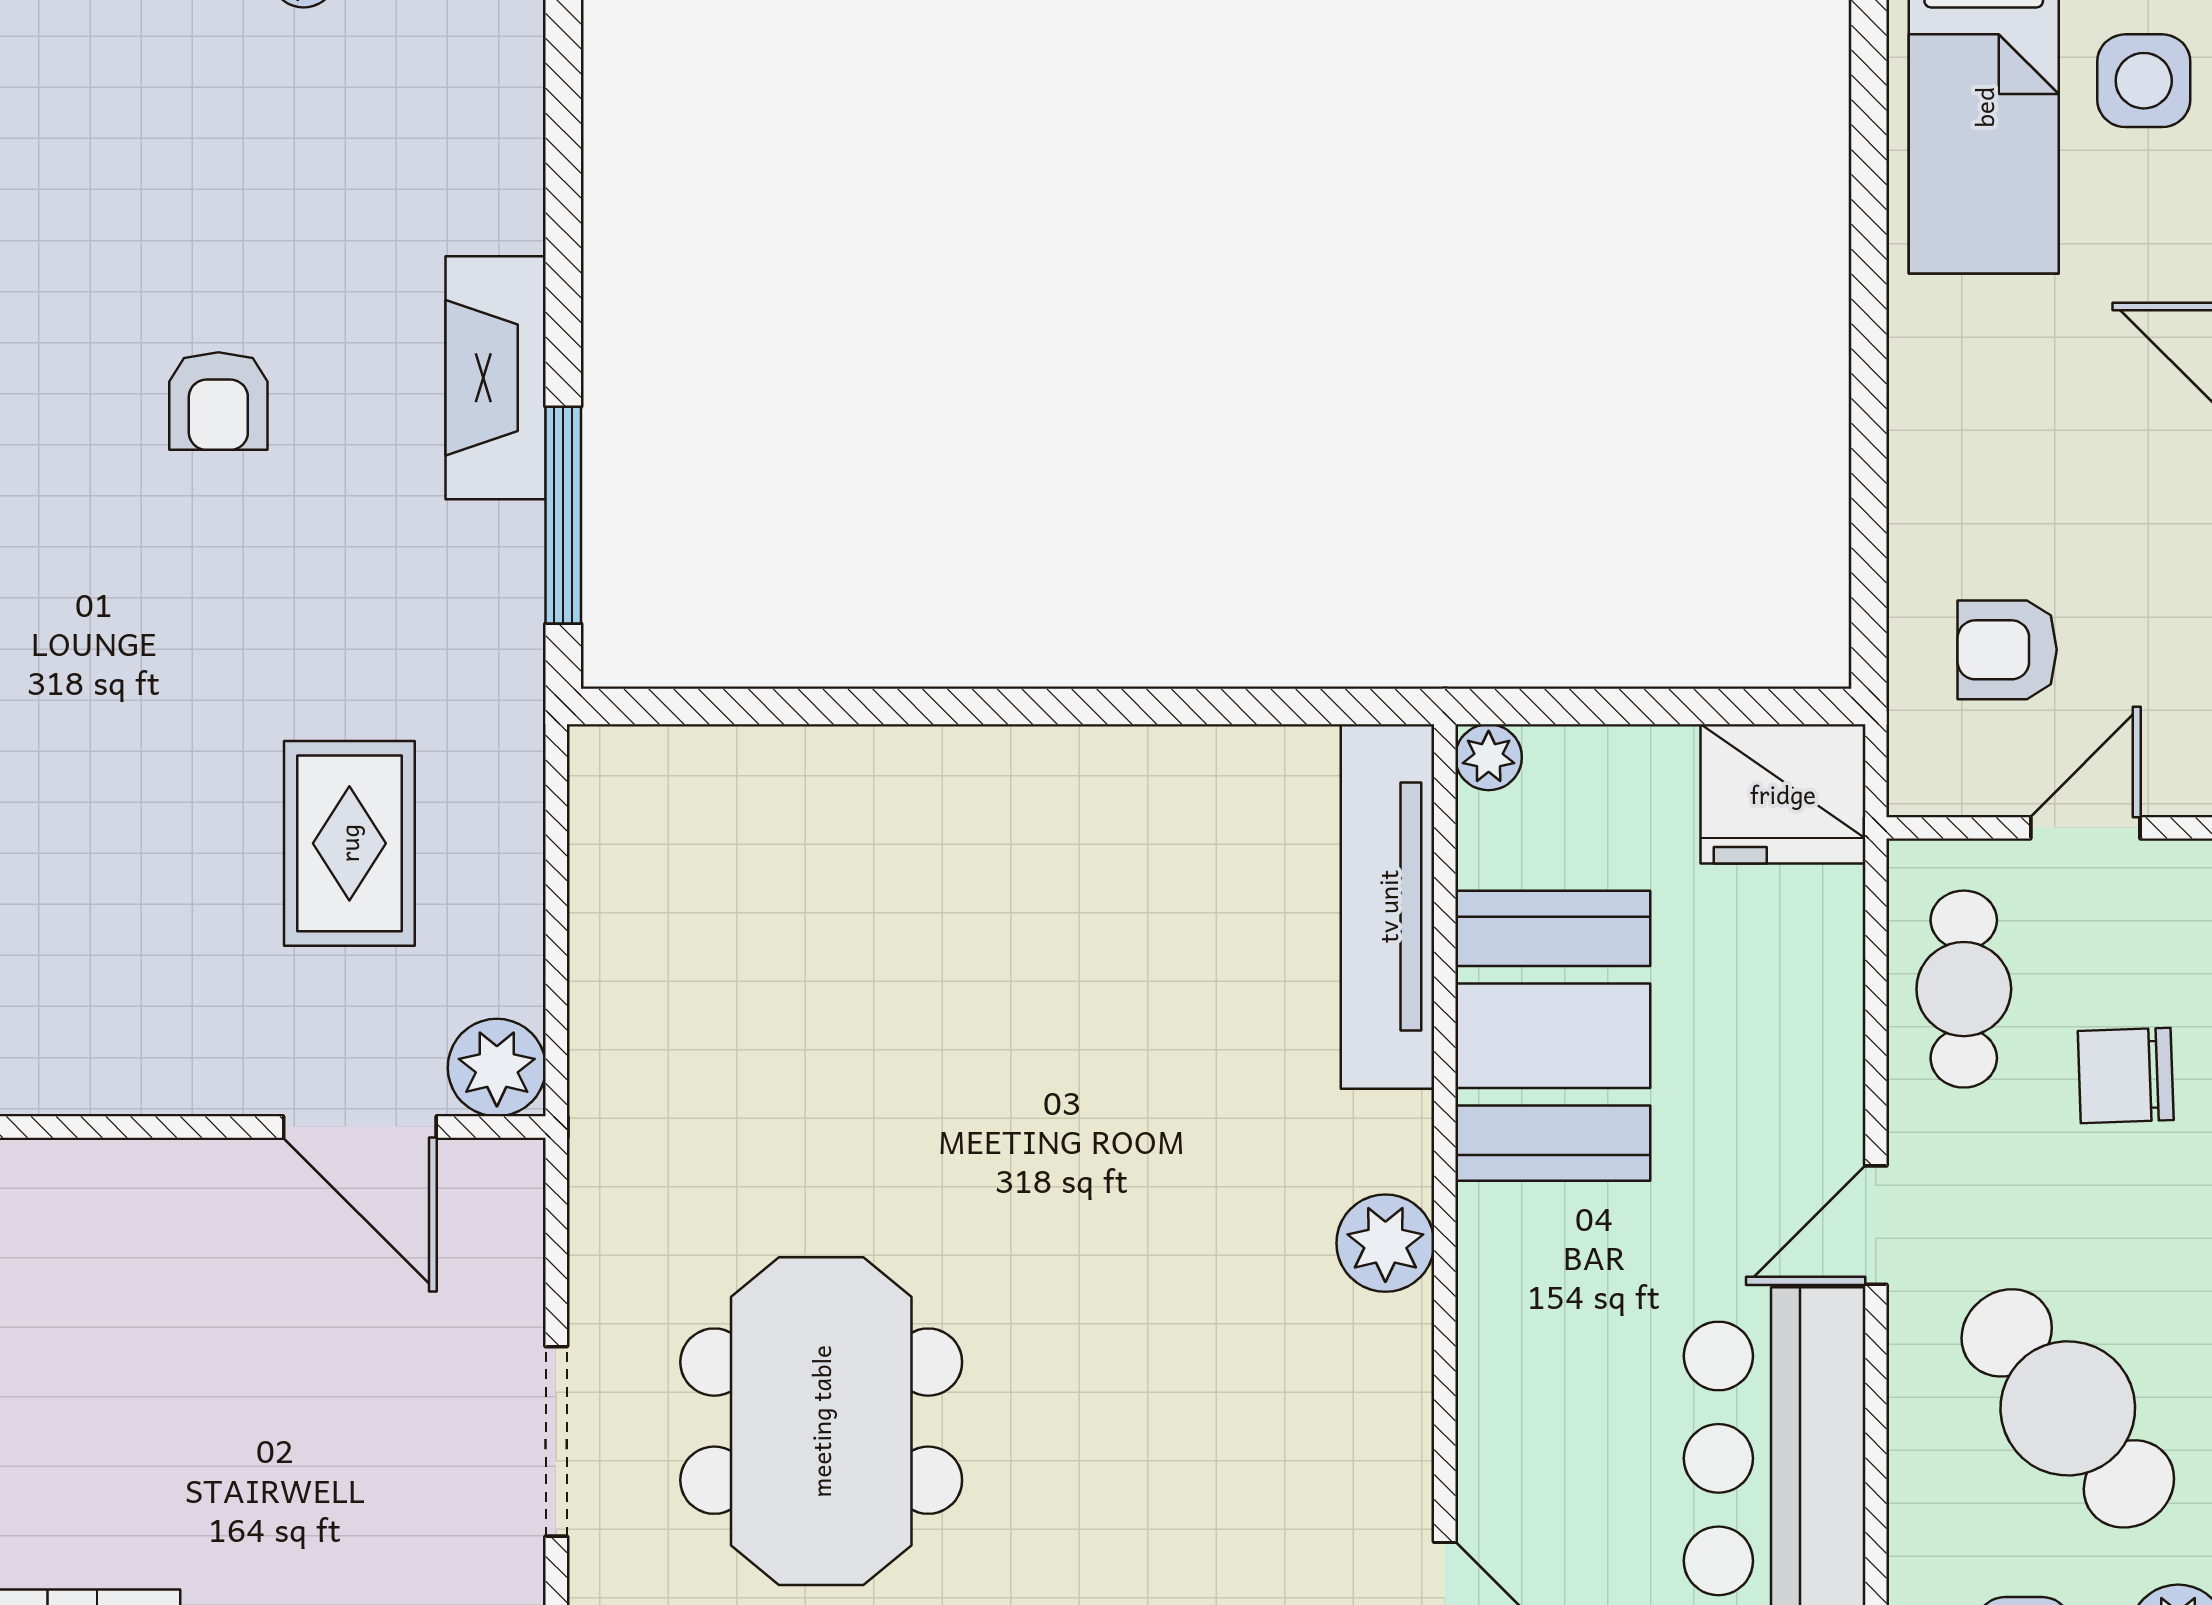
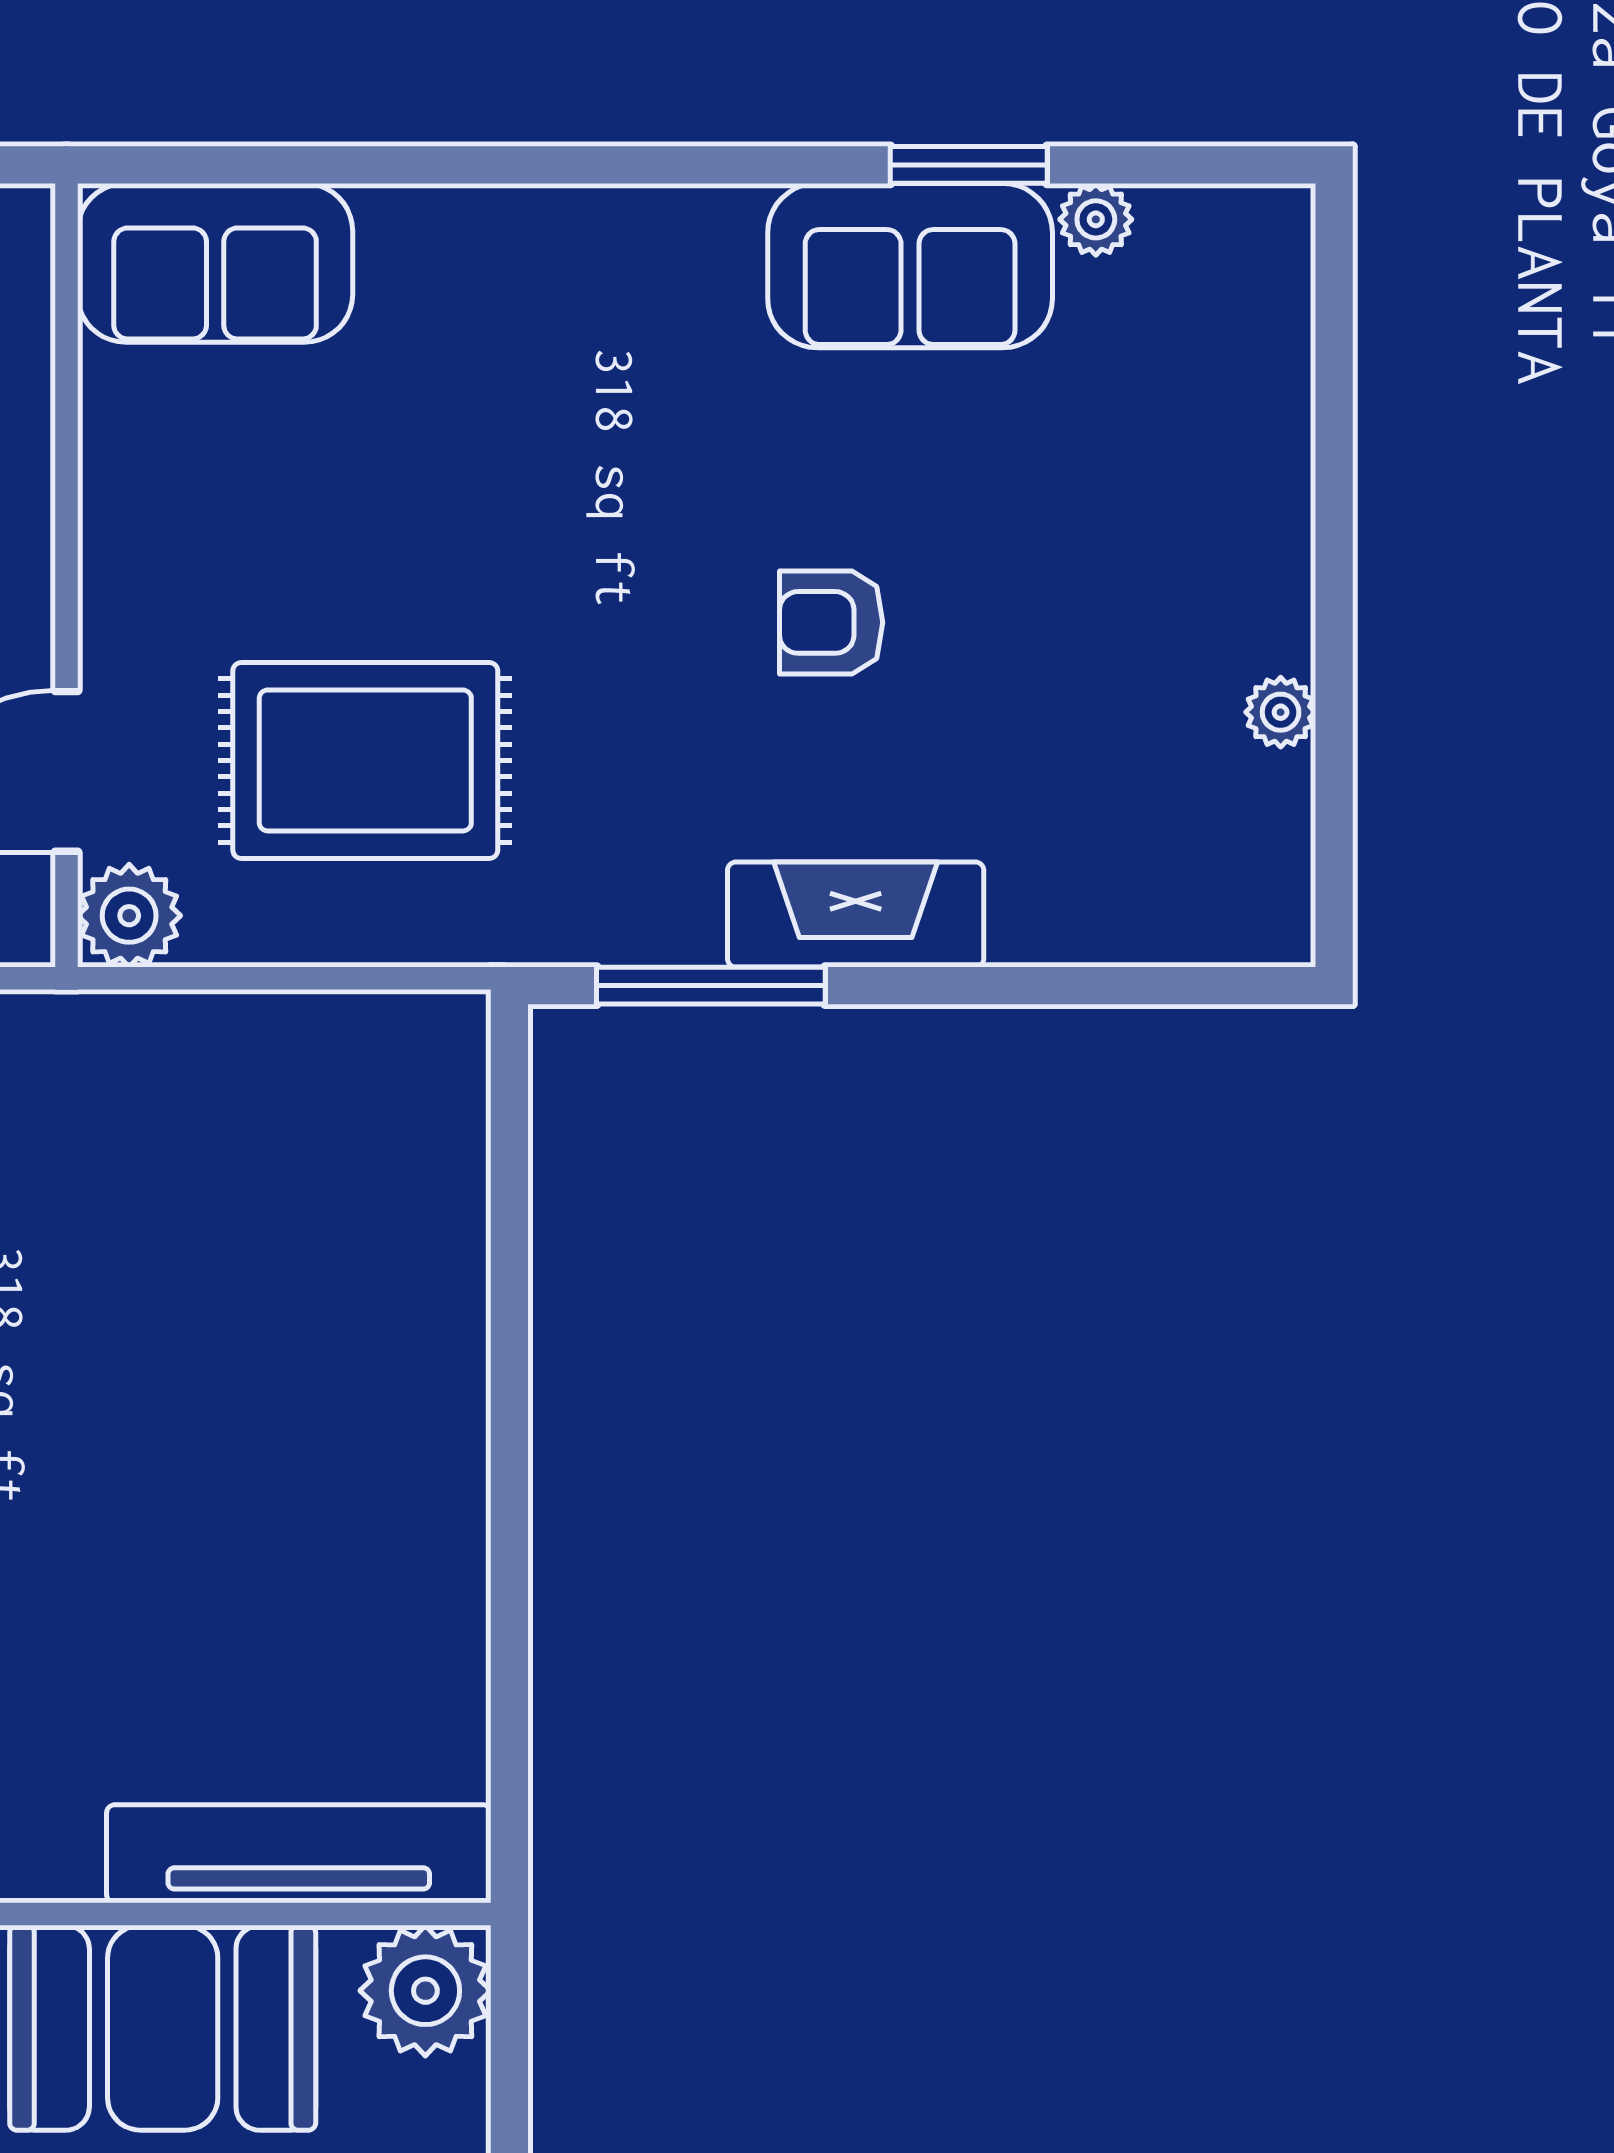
plant: (1489, 757) -> (425, 1991), width x1.88, depth x1.88
rug: (349, 843) -> (365, 760), width x1.36, depth x1.43

